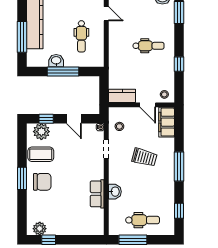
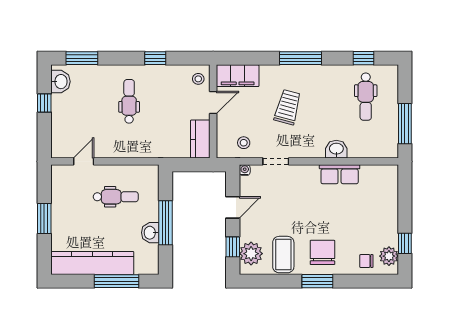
chair: (36, 213) -> (366, 261), added
dental chair: (143, 220) -> (366, 97), moved, turned 180

